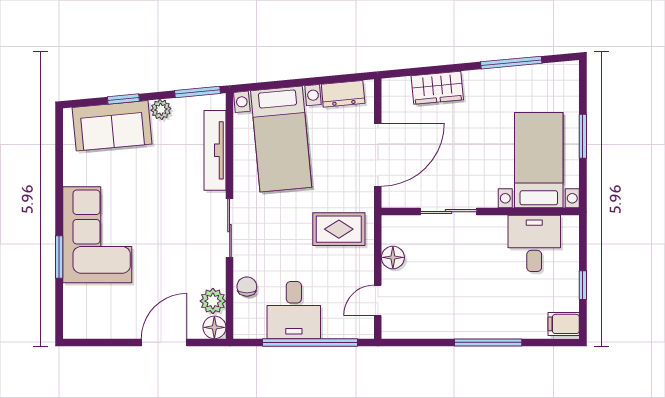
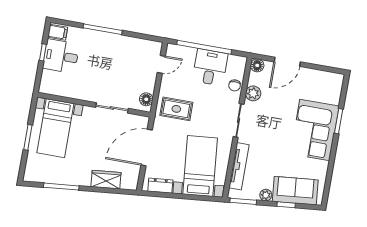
desk: (534, 243) -> (61, 56), moved, turned 90
floor lamp: (393, 257) -> (146, 99), moved
plant: (213, 301) -> (253, 93), moved

